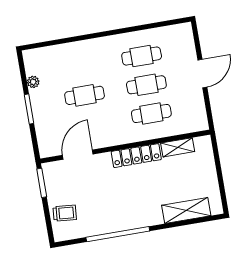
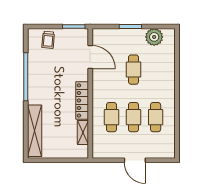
plant: (33, 82) -> (154, 37), width x1.87, depth x1.87
shelving: (186, 210) -> (35, 131), width x1.47

